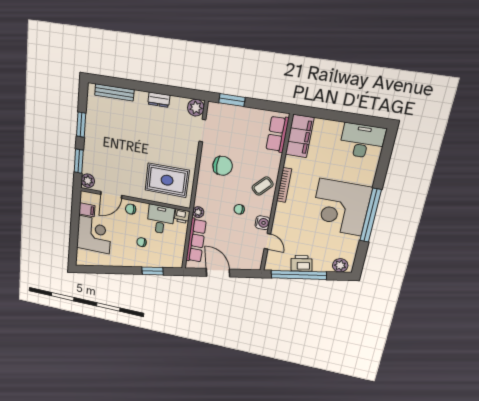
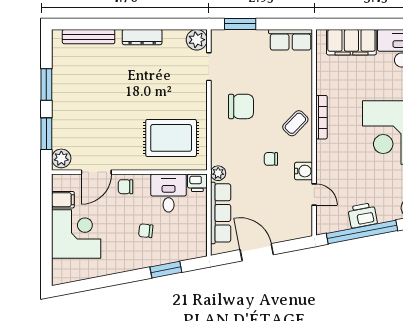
dresser: (159, 100) -> (142, 37), width x1.44
row of seats: (277, 134) -> (291, 40), moved, turned -90
filing cabinet: (300, 136) -> (351, 42), moved, turned 90

